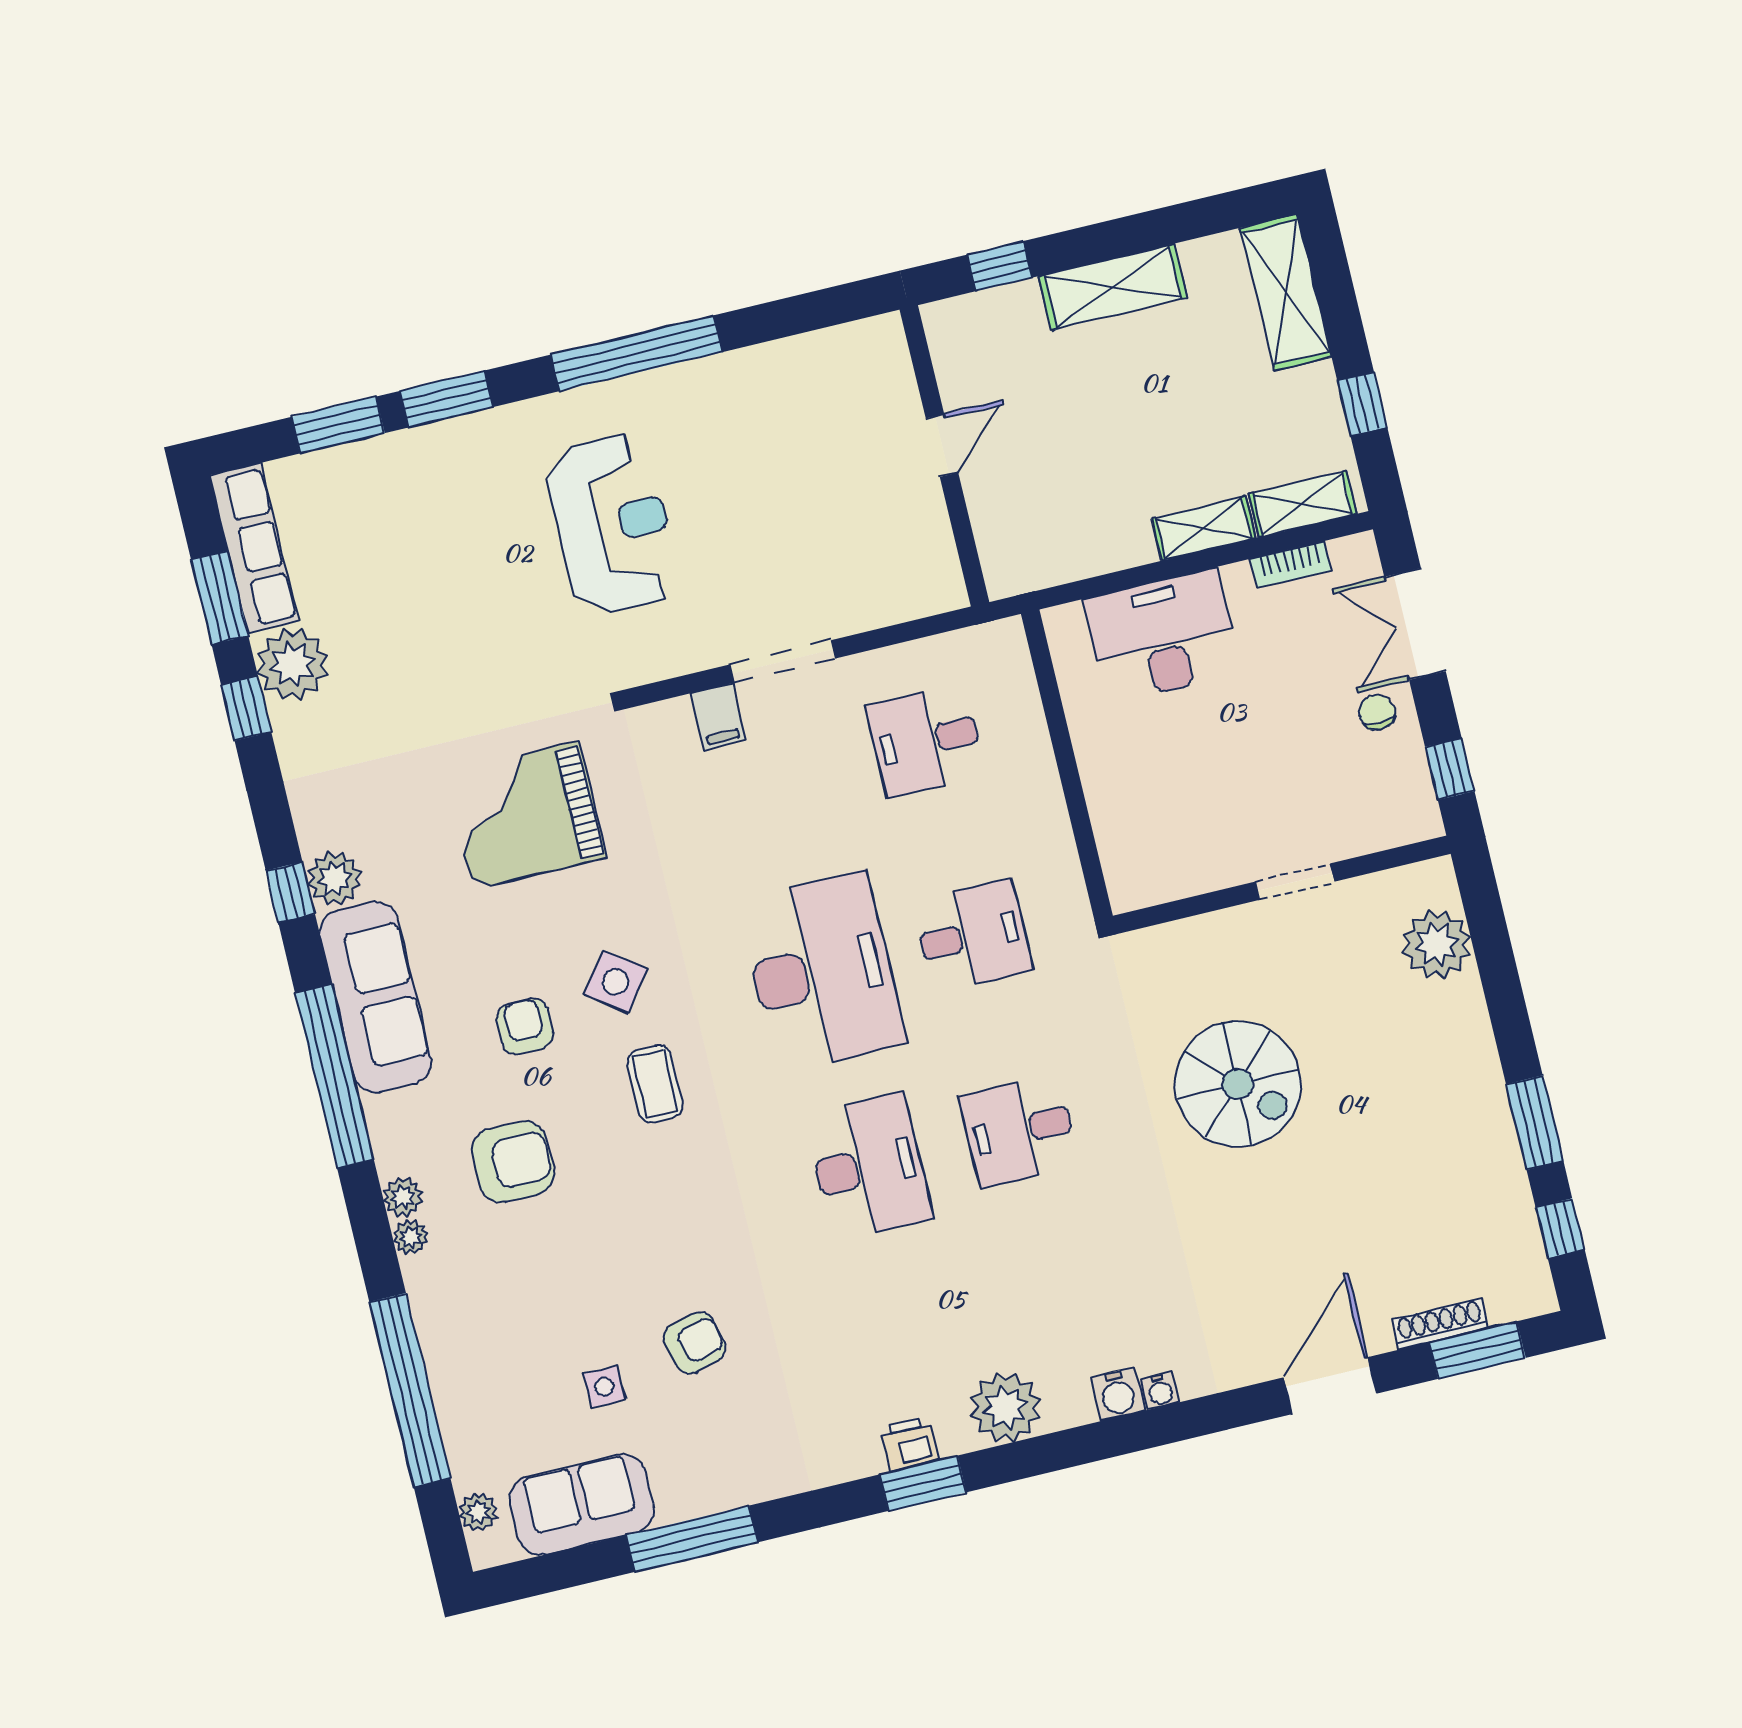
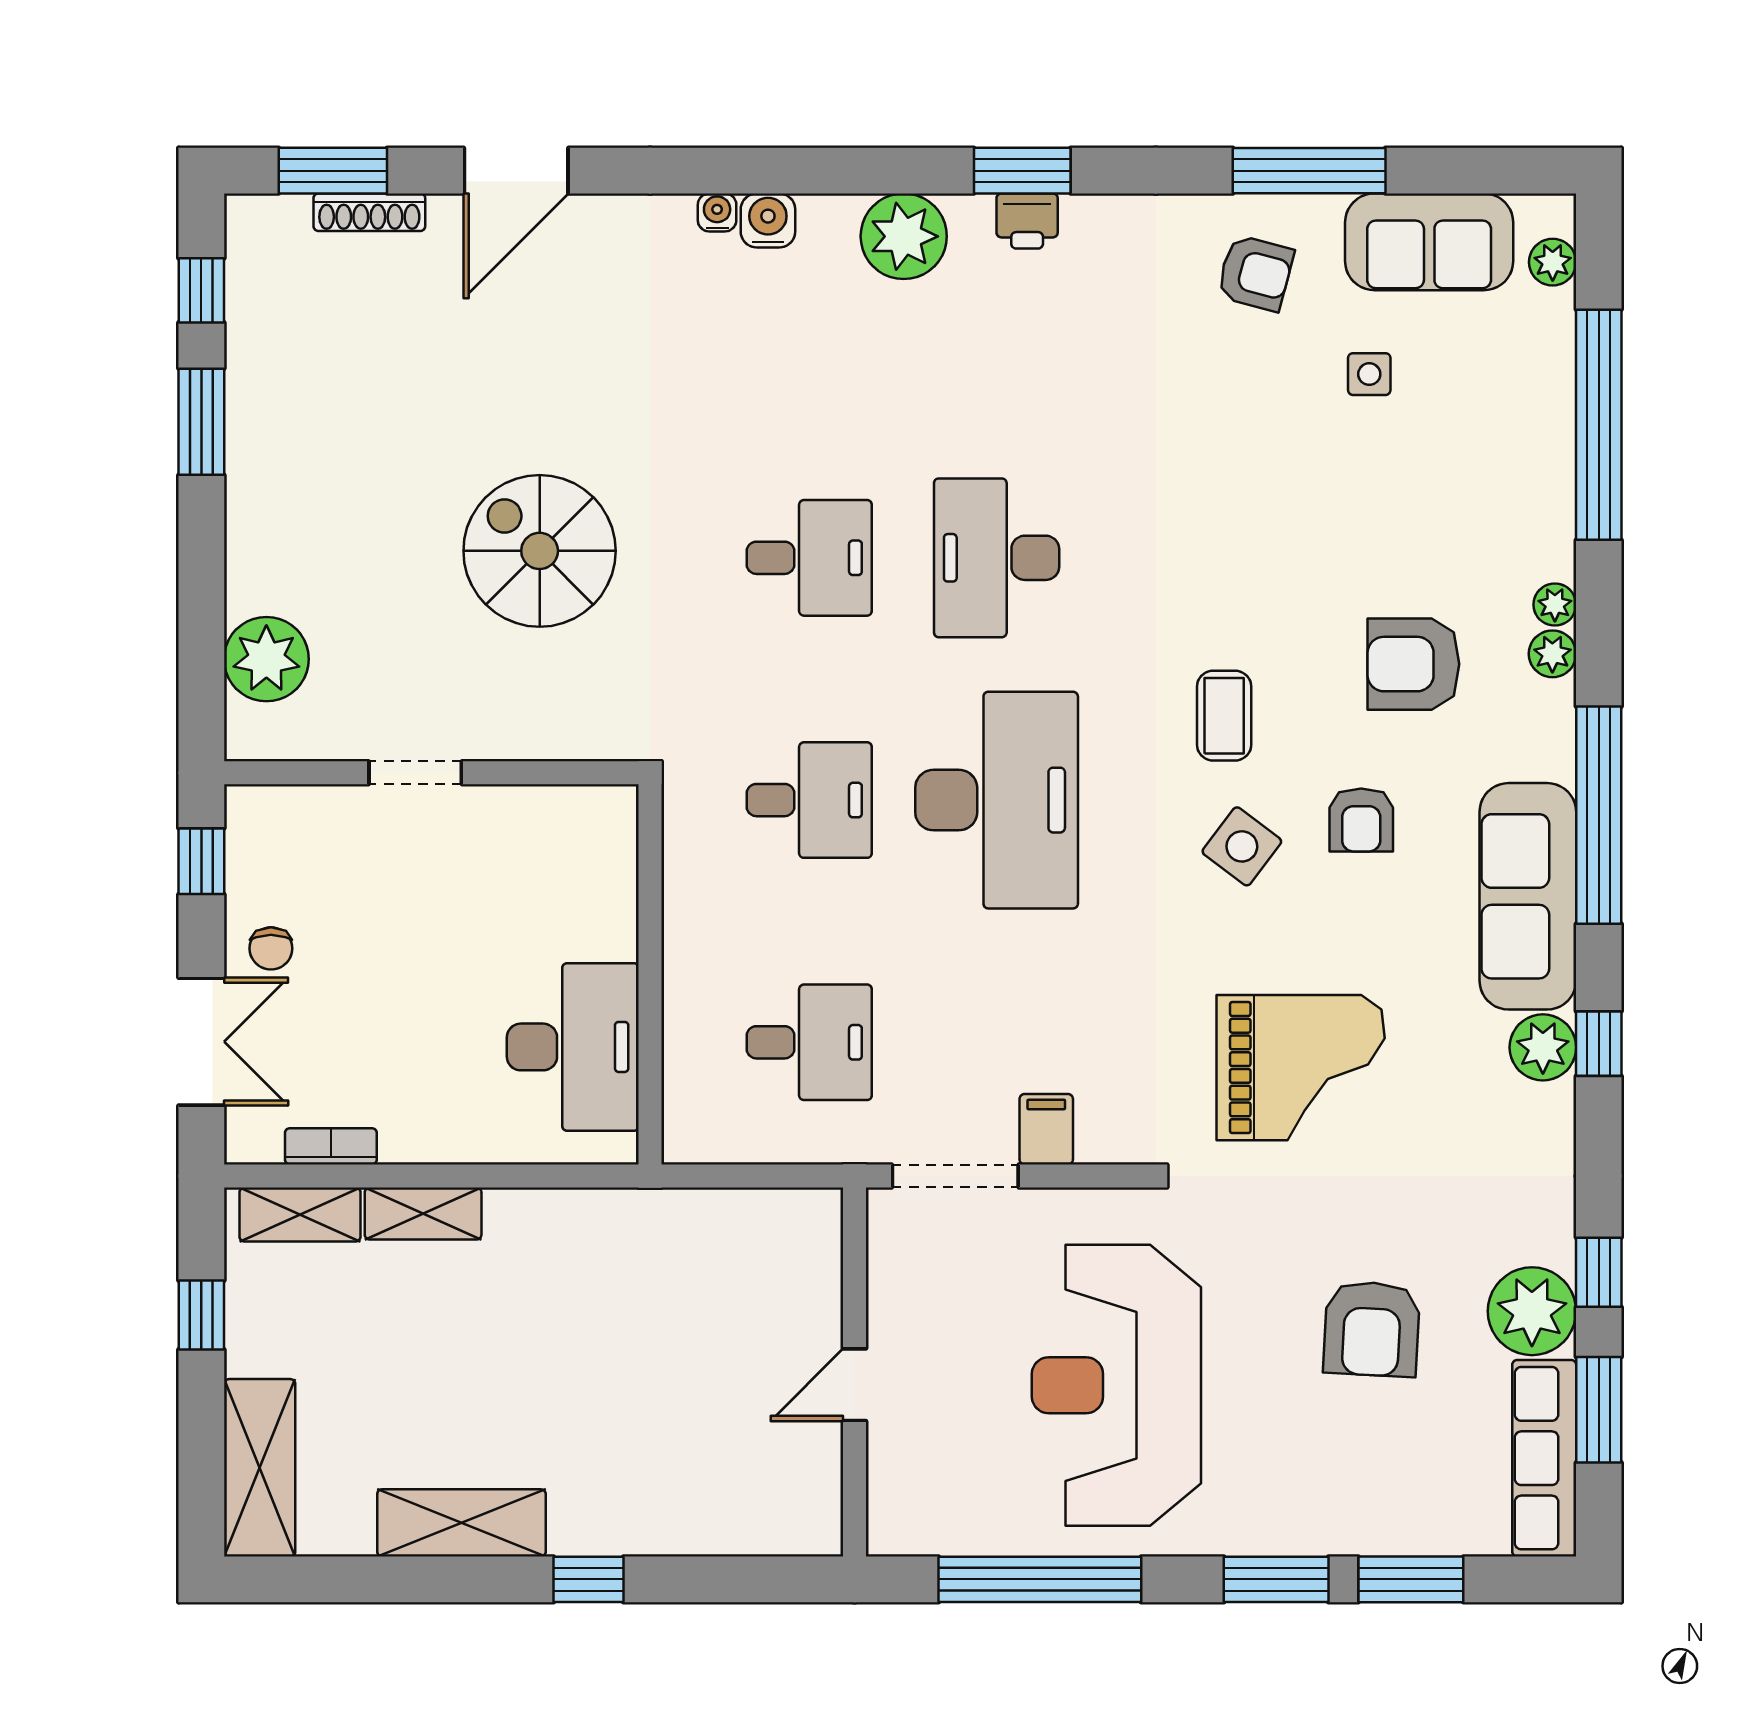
door: (942, 445) -> (855, 1385), moved
wall: (944, 456) -> (855, 1372), moved
reception desk: (612, 524) -> (1116, 1385), width x1.36, depth x1.30
armchair: (418, 619) -> (1372, 1329), added
desk: (1162, 636) -> (573, 1047), moved, turned -90
desk: (973, 936) -> (809, 800), turned 180
desk: (822, 972) -> (997, 800), turned 180
armchair: (695, 1343) -> (1255, 273), moved, turned -150

